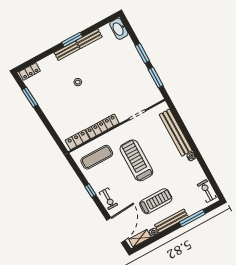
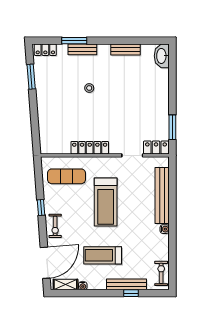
window: (72, 40) -> (74, 41), moved
bench: (67, 51) -> (82, 49), moved
window: (142, 53) -> (172, 95), removed
locker: (77, 140) -> (156, 147), moved
treadmill: (136, 160) -> (106, 202), turned 180
treadmill: (156, 201) -> (103, 255), turned 180
window: (192, 218) -> (131, 293), width x0.46
bench: (171, 221) -> (126, 284), moved

